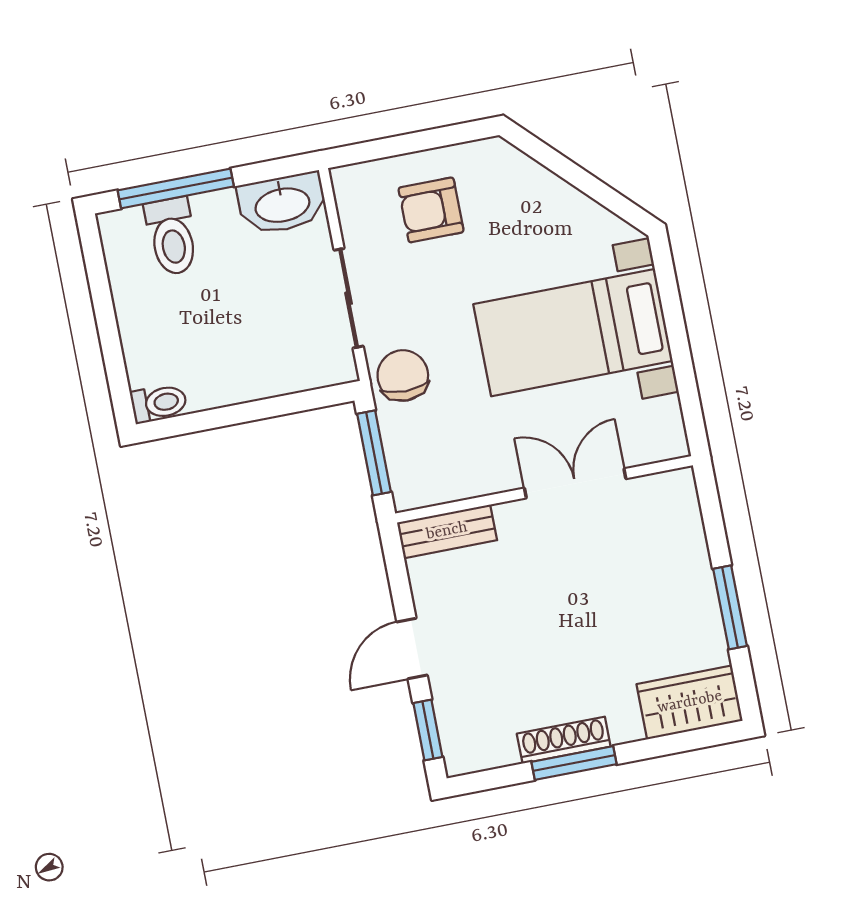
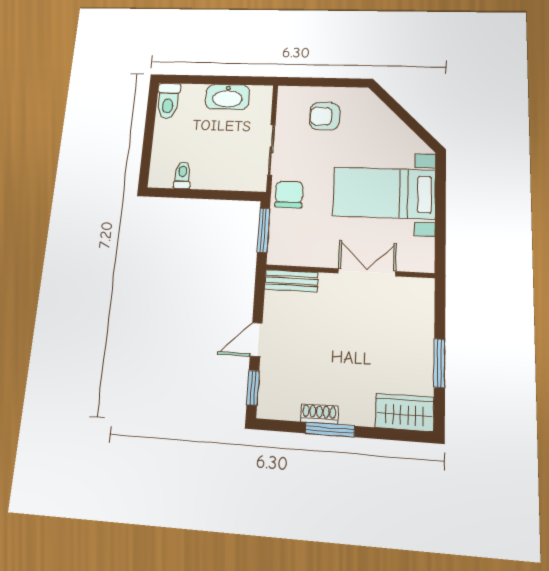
window: (176, 188) -> (201, 80), removed
washbasin: (282, 204) -> (228, 97), moved
toilet: (172, 236) -> (168, 101), moved
toilet: (159, 403) -> (182, 175), moved, turned -90
shoe rack: (564, 740) -> (319, 414), width x0.70

